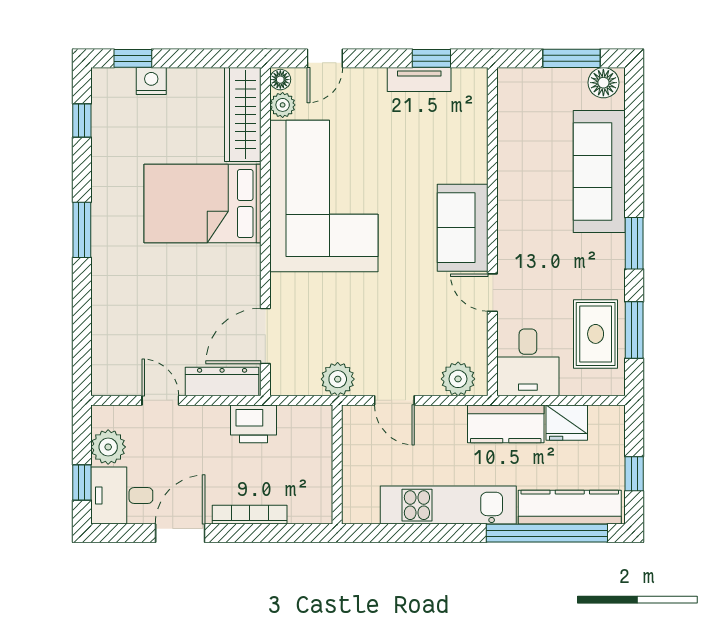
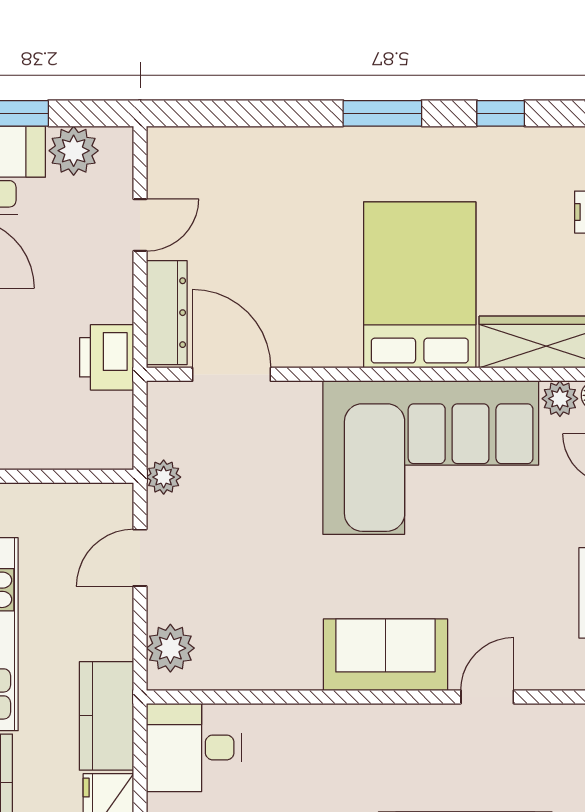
window: (82, 121) -> (501, 113), moved
door: (492, 293) -> (487, 697), moved
plant: (338, 379) -> (164, 477), width x0.73, depth x0.73

